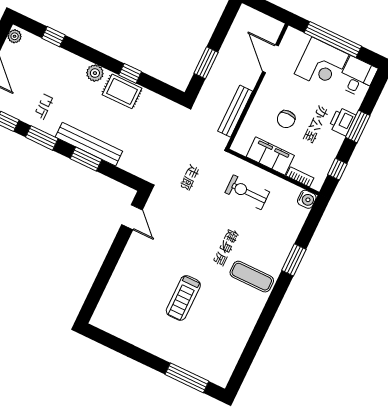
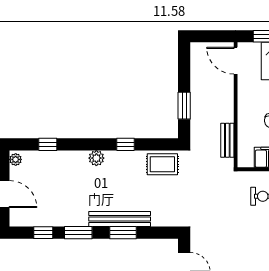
door: (270, 59) -> (236, 61), moved
rug: (122, 91) -> (162, 164), moved
bench: (235, 111) -> (227, 140), width x0.73

